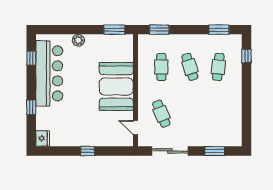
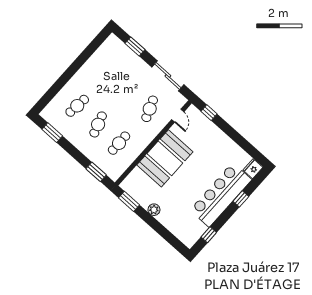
plant: (78, 40) -> (154, 210), moved
window: (246, 56) -> (49, 95), removed
bar counter: (49, 73) -> (221, 195), moved
window: (87, 151) -> (209, 113), moved

